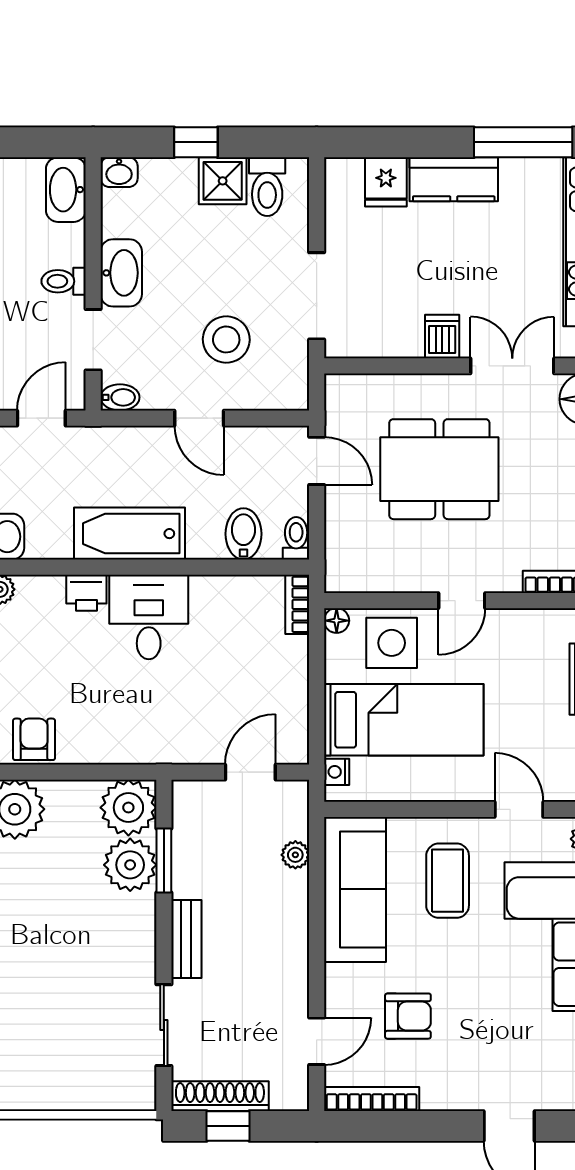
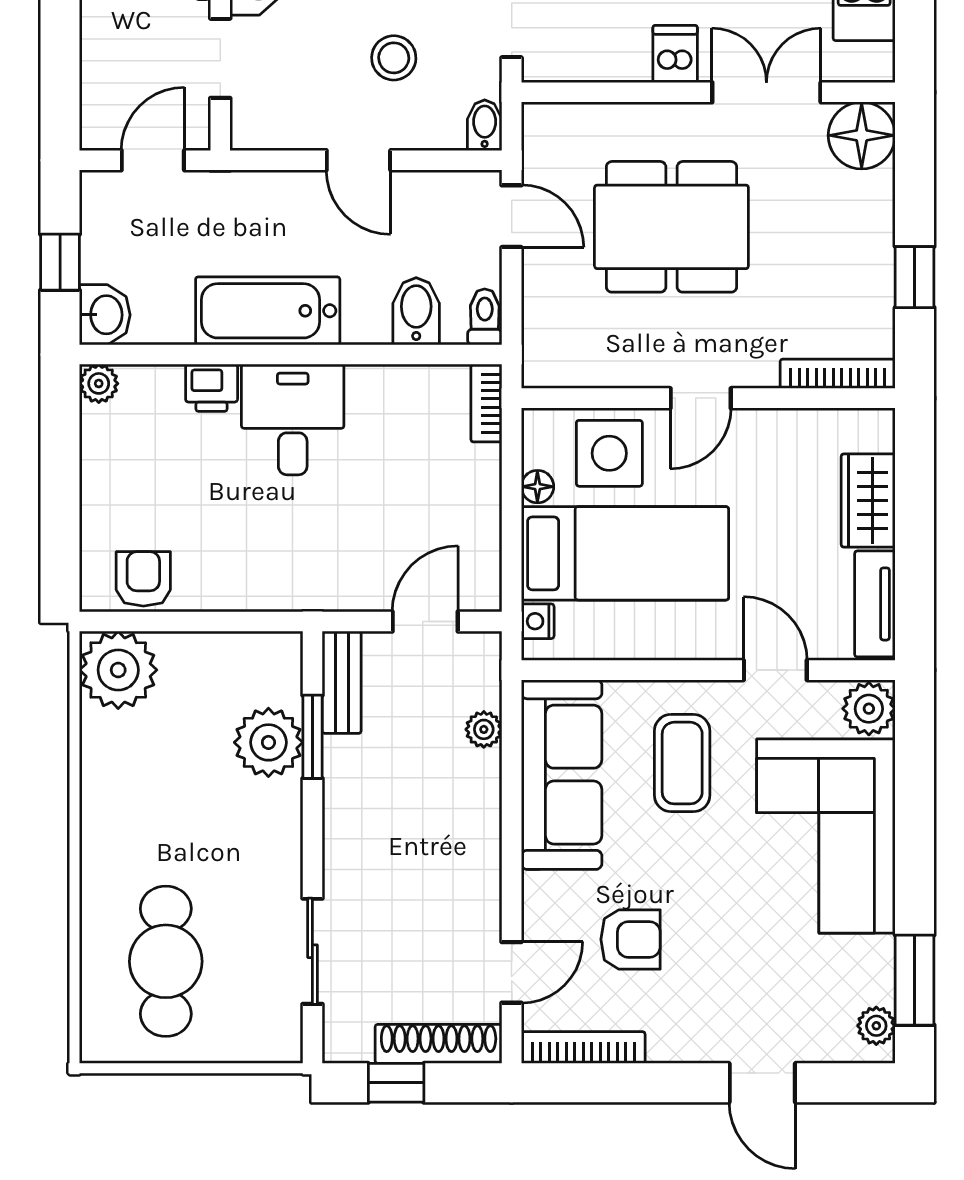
stool: (226, 339) -> (394, 58), width x0.73, depth x0.73
bidet: (120, 397) -> (485, 125), moved, turned -90
floor lamp: (337, 621) -> (537, 487), moved
plant: (128, 808) -> (266, 668), removed
bench: (186, 939) -> (342, 682), moved
cafe table: (51, 1033) -> (166, 961), added
shoe rack: (220, 1096) -> (439, 1044), moved

